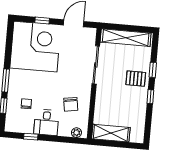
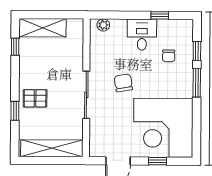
sliding door: (96, 65) -> (86, 95), moved
window: (150, 97) -> (15, 47), moved
chair: (71, 104) -> (123, 83), moved
shelving: (111, 133) -> (43, 28), moved

